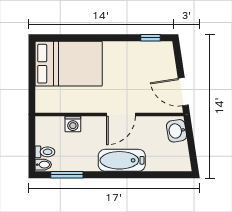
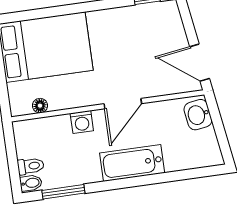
floor lamp: (58, 107) -> (40, 106), added
washing machine: (73, 124) -> (82, 122), moved

